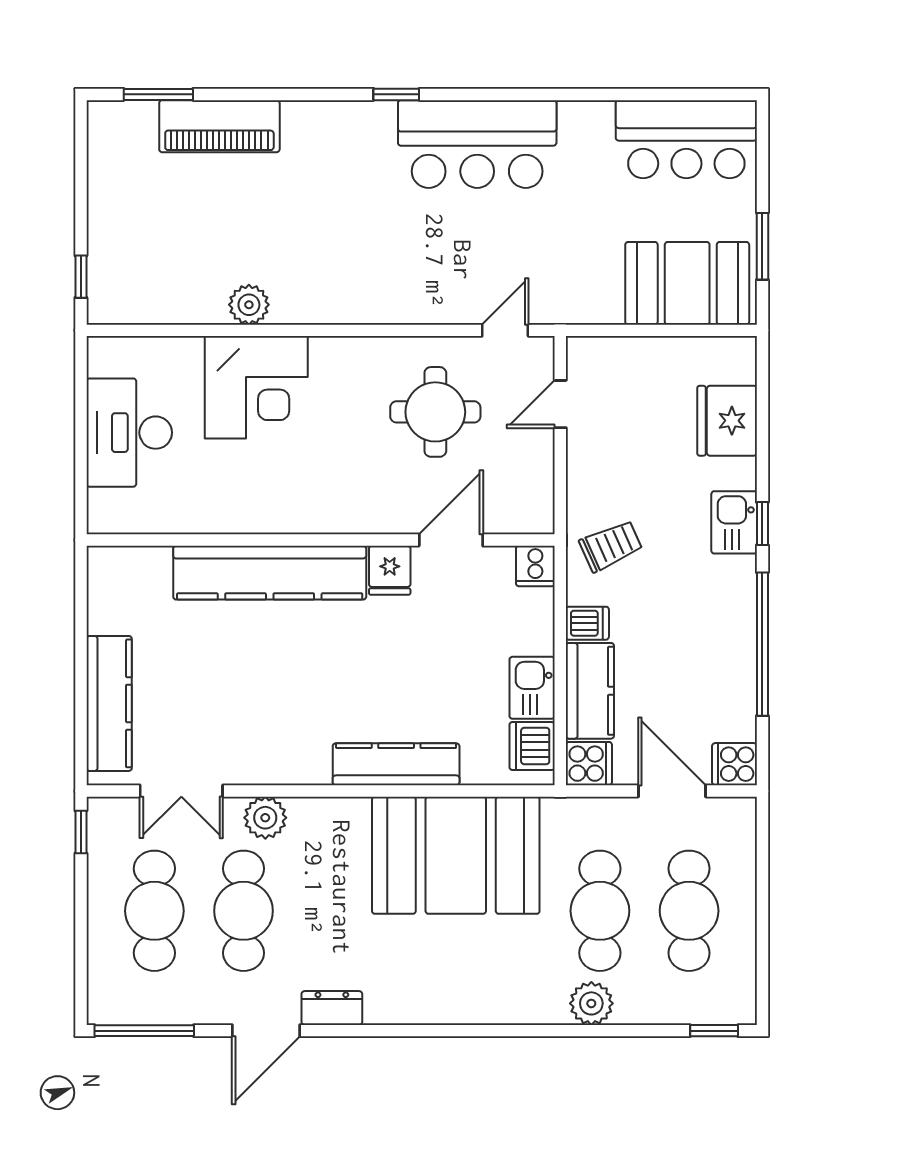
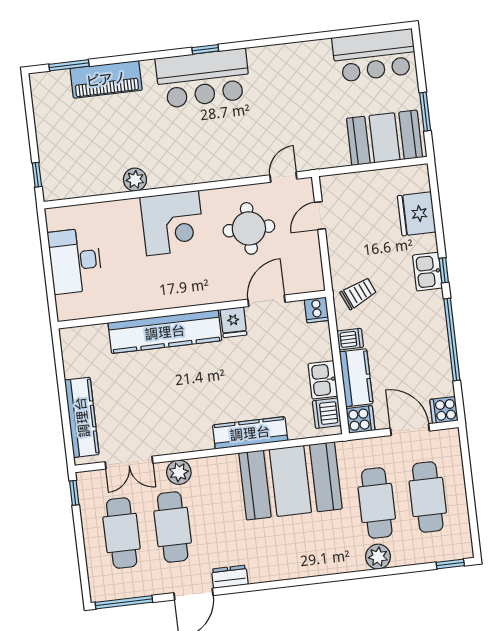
bar counter: (477, 144) -> (203, 78), moved
corner desk: (256, 387) -> (172, 223), moved

